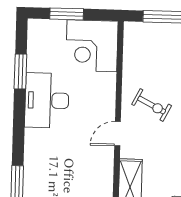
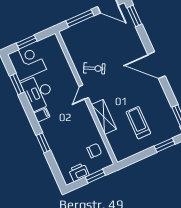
corner desk: (92, 46) -> (27, 62), moved, turned 180
filing cabinet: (36, 138) -> (42, 115), added

